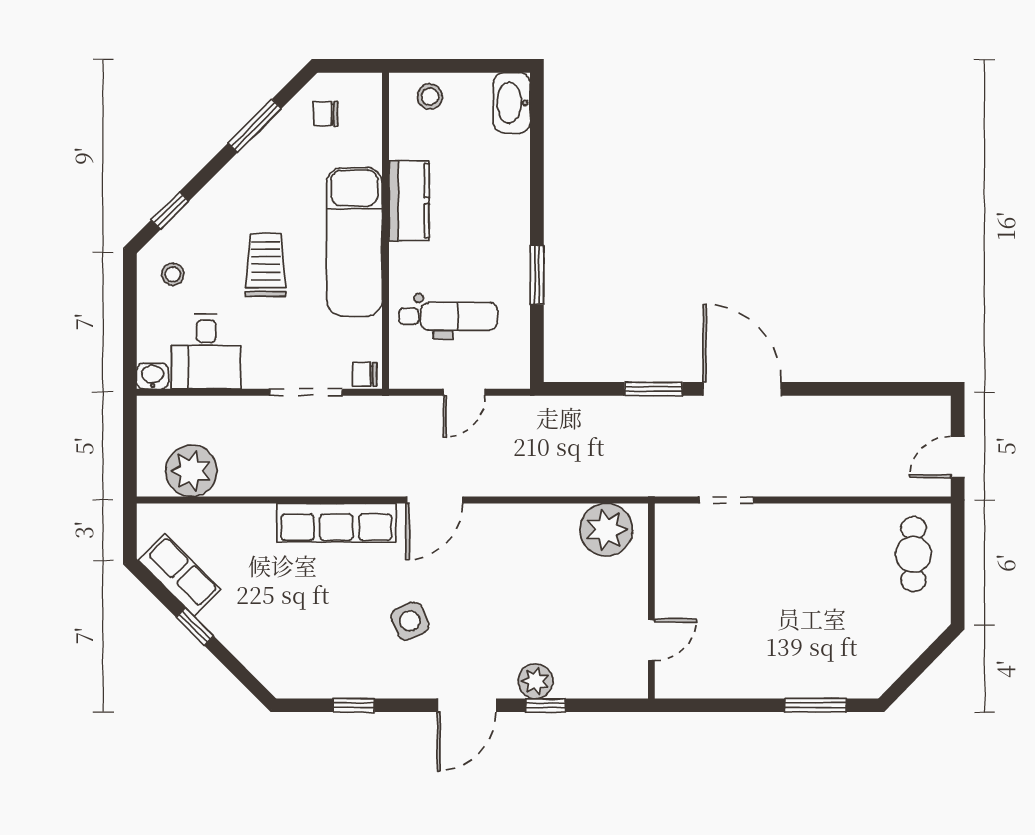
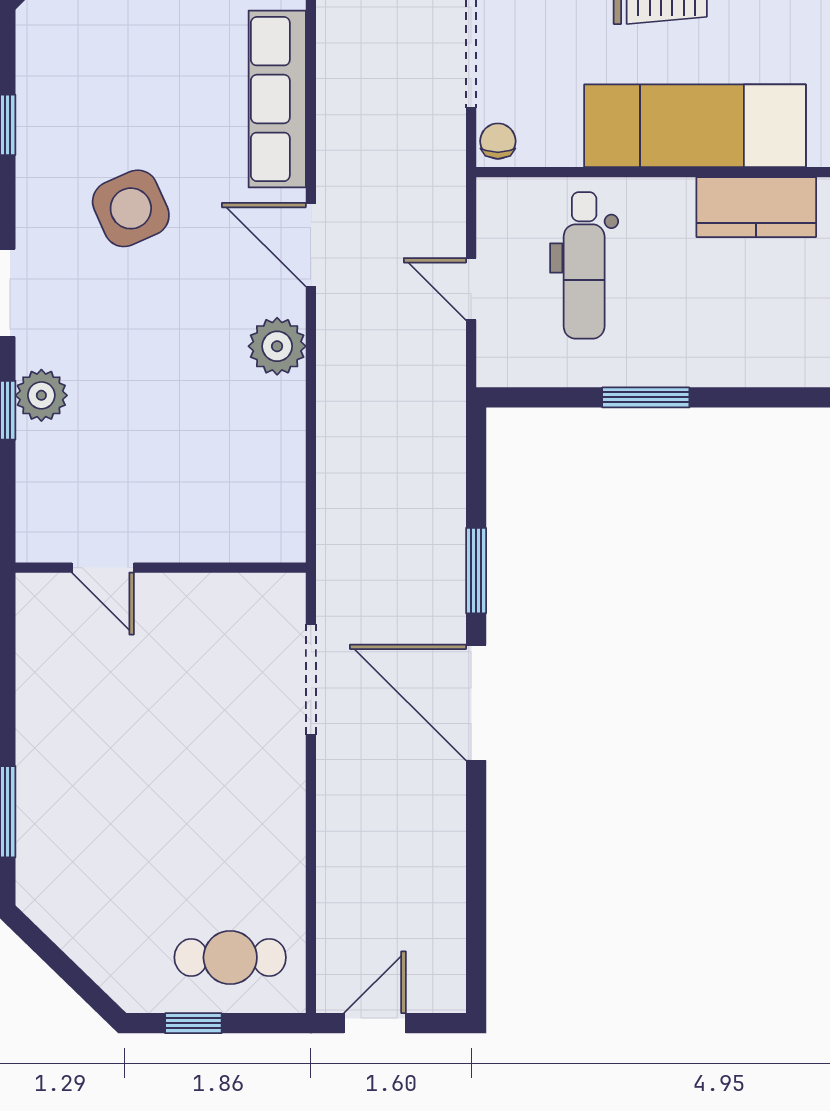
door: (742, 389) -> (476, 703), swing flipped
door: (958, 457) -> (375, 1023), hinge flipped
doorway: (727, 500) -> (311, 679), width x1.38
plant: (606, 530) -> (277, 346), moved, width x0.73, depth x0.73
window: (958, 579) -> (193, 1023), added
side table: (410, 621) -> (131, 208), width x1.37, depth x1.37

